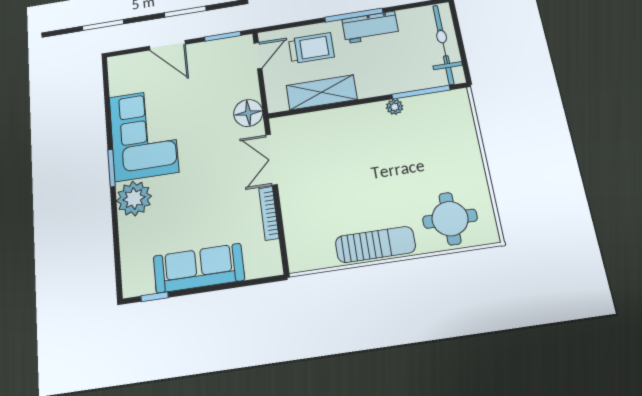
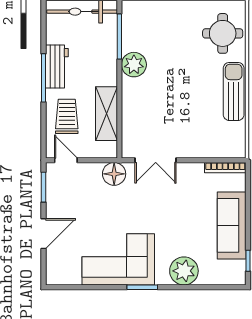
plant: (395, 107) -> (134, 65), width x1.87, depth x1.87
plant: (134, 198) -> (184, 271), moved
bookcase: (269, 213) -> (225, 168), moved

